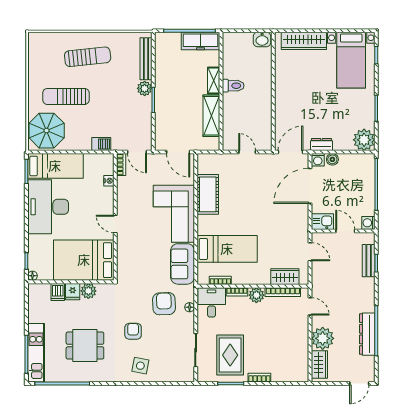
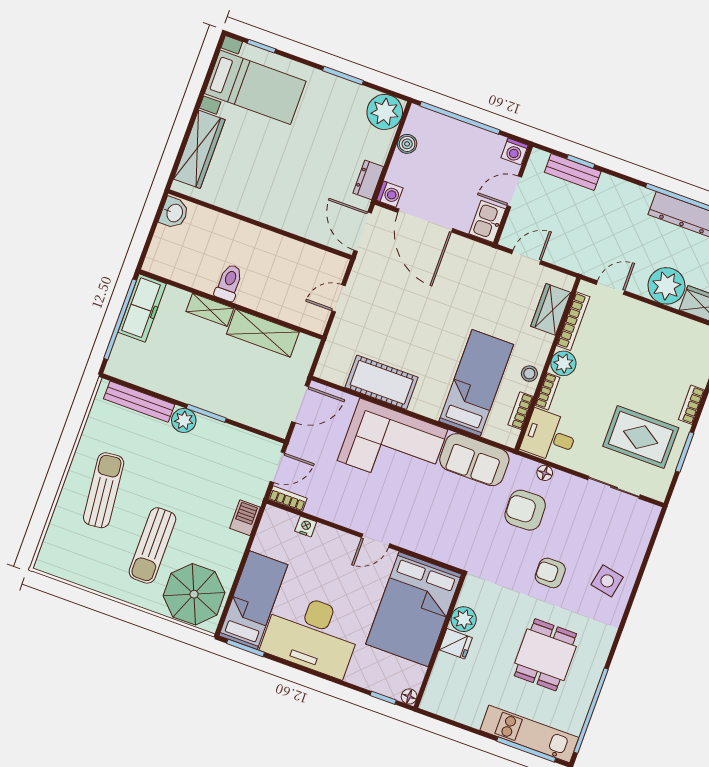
boiler: (332, 159) -> (407, 144), moved
stool: (244, 278) -> (529, 374), added
dishwasher: (58, 292) -> (448, 667), removed

